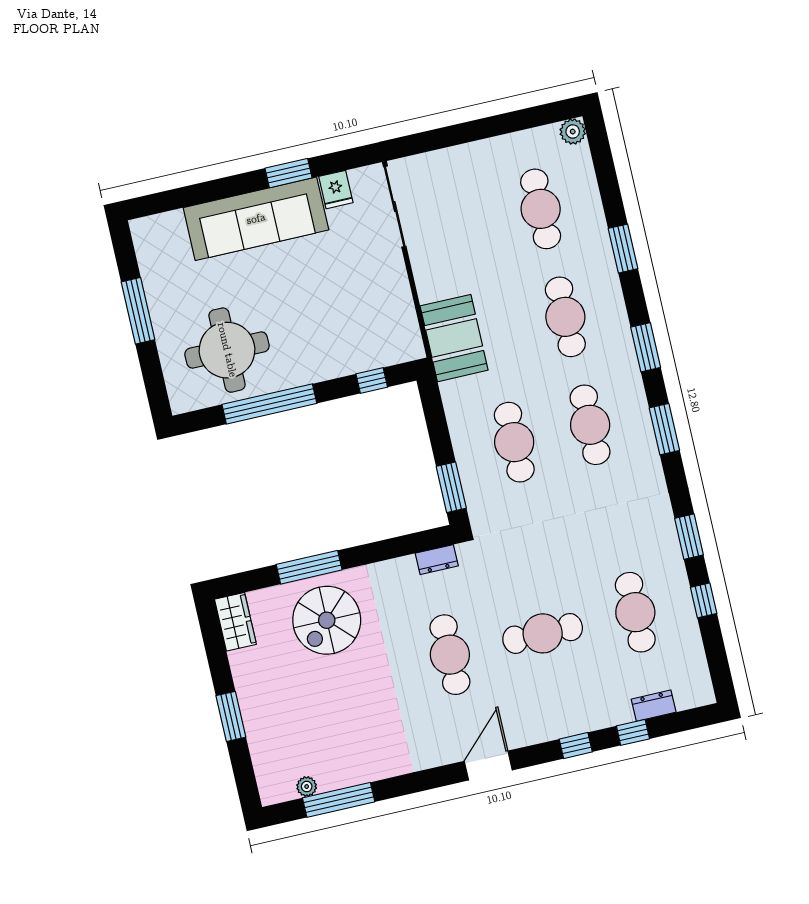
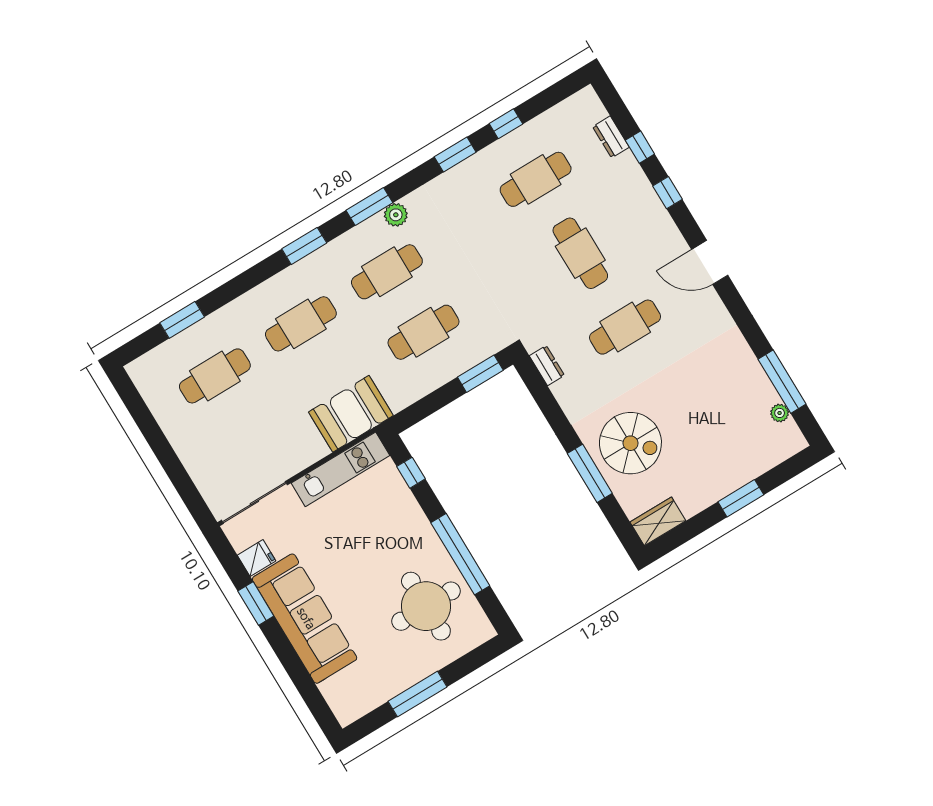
plant: (573, 132) -> (396, 215), moved
window: (623, 249) -> (182, 320), moved
kitchen unit: (400, 308) -> (341, 469), added

